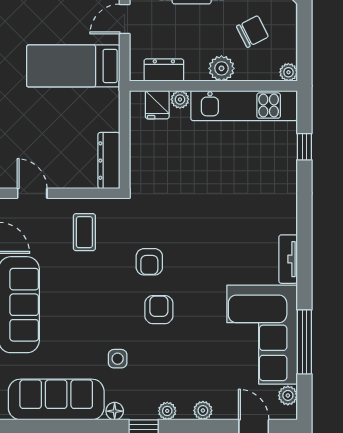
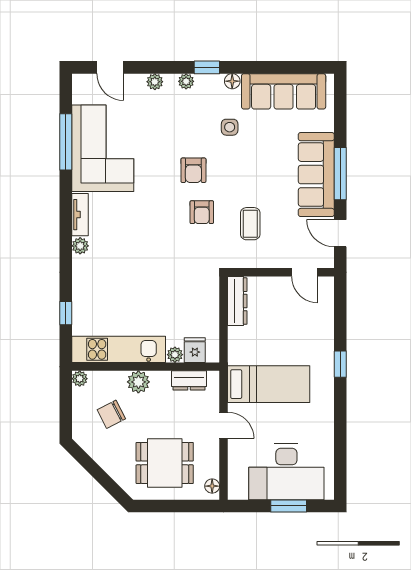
door: (125, 19) -> (223, 425), hinge flipped
coffee table: (84, 232) -> (250, 224), moved
armchair: (149, 262) -> (202, 212), turned 180
plant: (288, 395) -> (80, 246), moved

